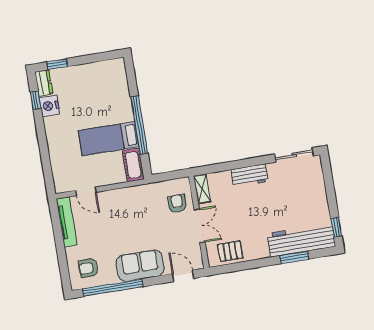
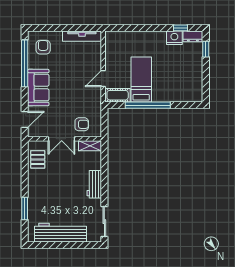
door: (86, 191) -> (103, 78), moved
window: (336, 227) -> (43, 245), removed
workbench: (301, 240) -> (61, 233), moved, turned -90

